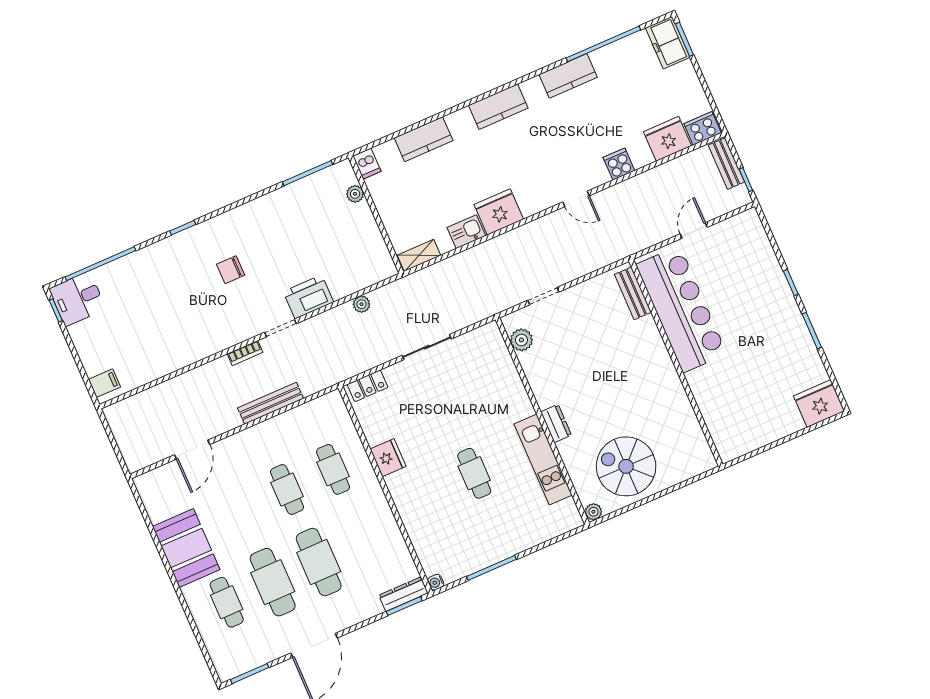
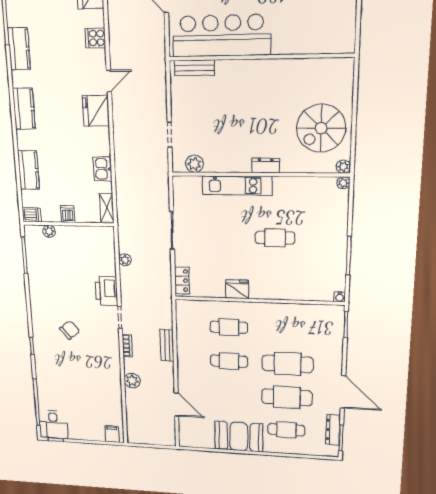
dishwasher: (389, 209) -> (68, 214), added
fridge: (499, 212) -> (96, 111), moved
chair: (231, 270) -> (70, 330), turned -129
plant: (198, 379) -> (132, 381), added
bench: (270, 403) -> (167, 345), width x0.73
kitchen unit: (543, 459) -> (237, 186), moved
plant: (575, 521) -> (343, 183), added
dresser: (403, 594) -> (333, 430), moved

